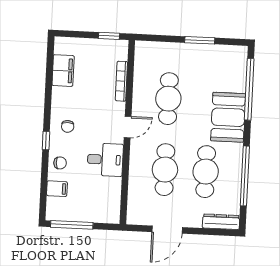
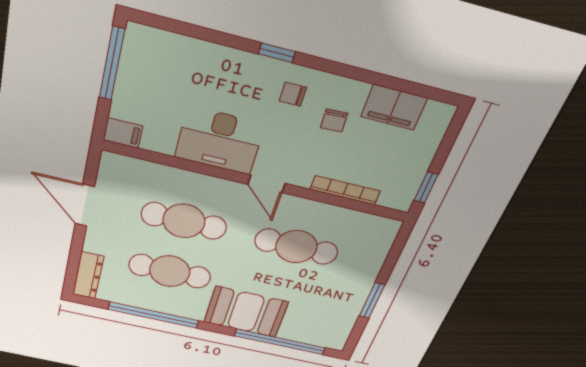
desk: (105, 160) -> (219, 141), width x1.37
chair: (60, 163) -> (334, 120), moved
filing cabinet: (57, 189) -> (123, 133), moved, turned -90

